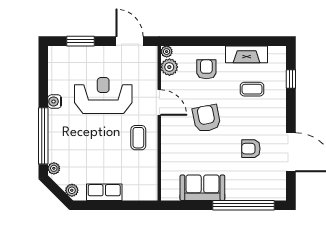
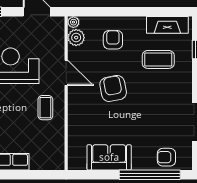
fireplace: (247, 54) -> (167, 25), moved
coffee table: (252, 89) -> (158, 59), width x1.36, depth x1.30
armchair: (251, 149) -> (166, 157), moved

